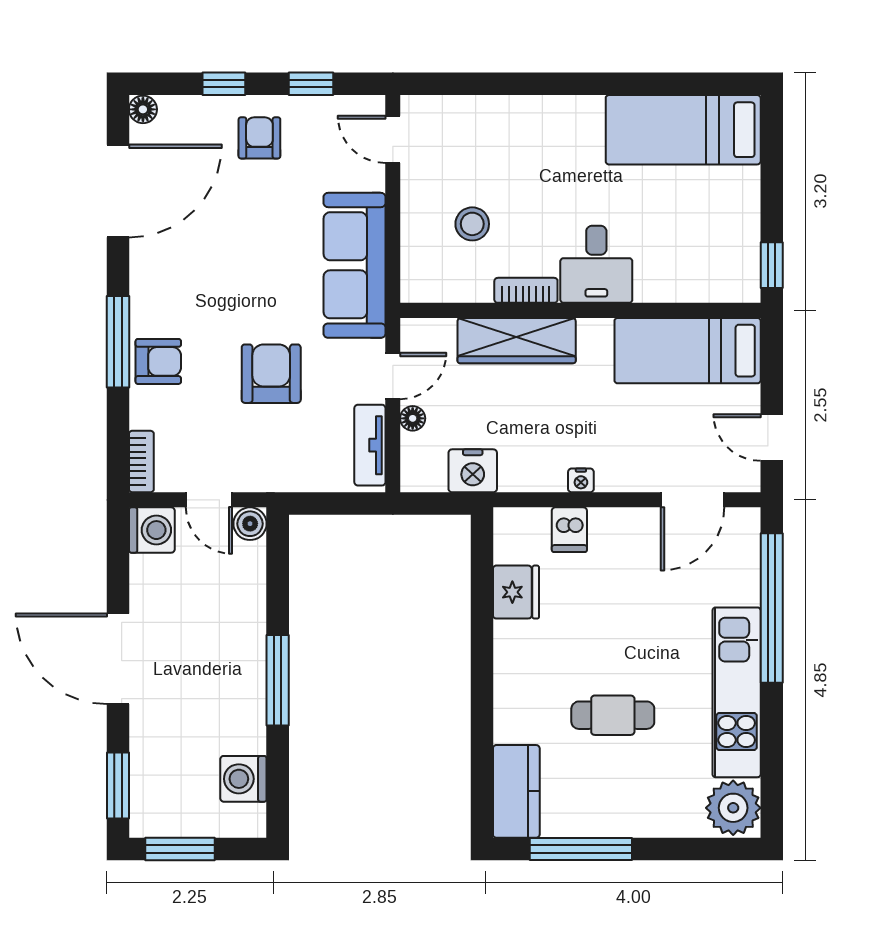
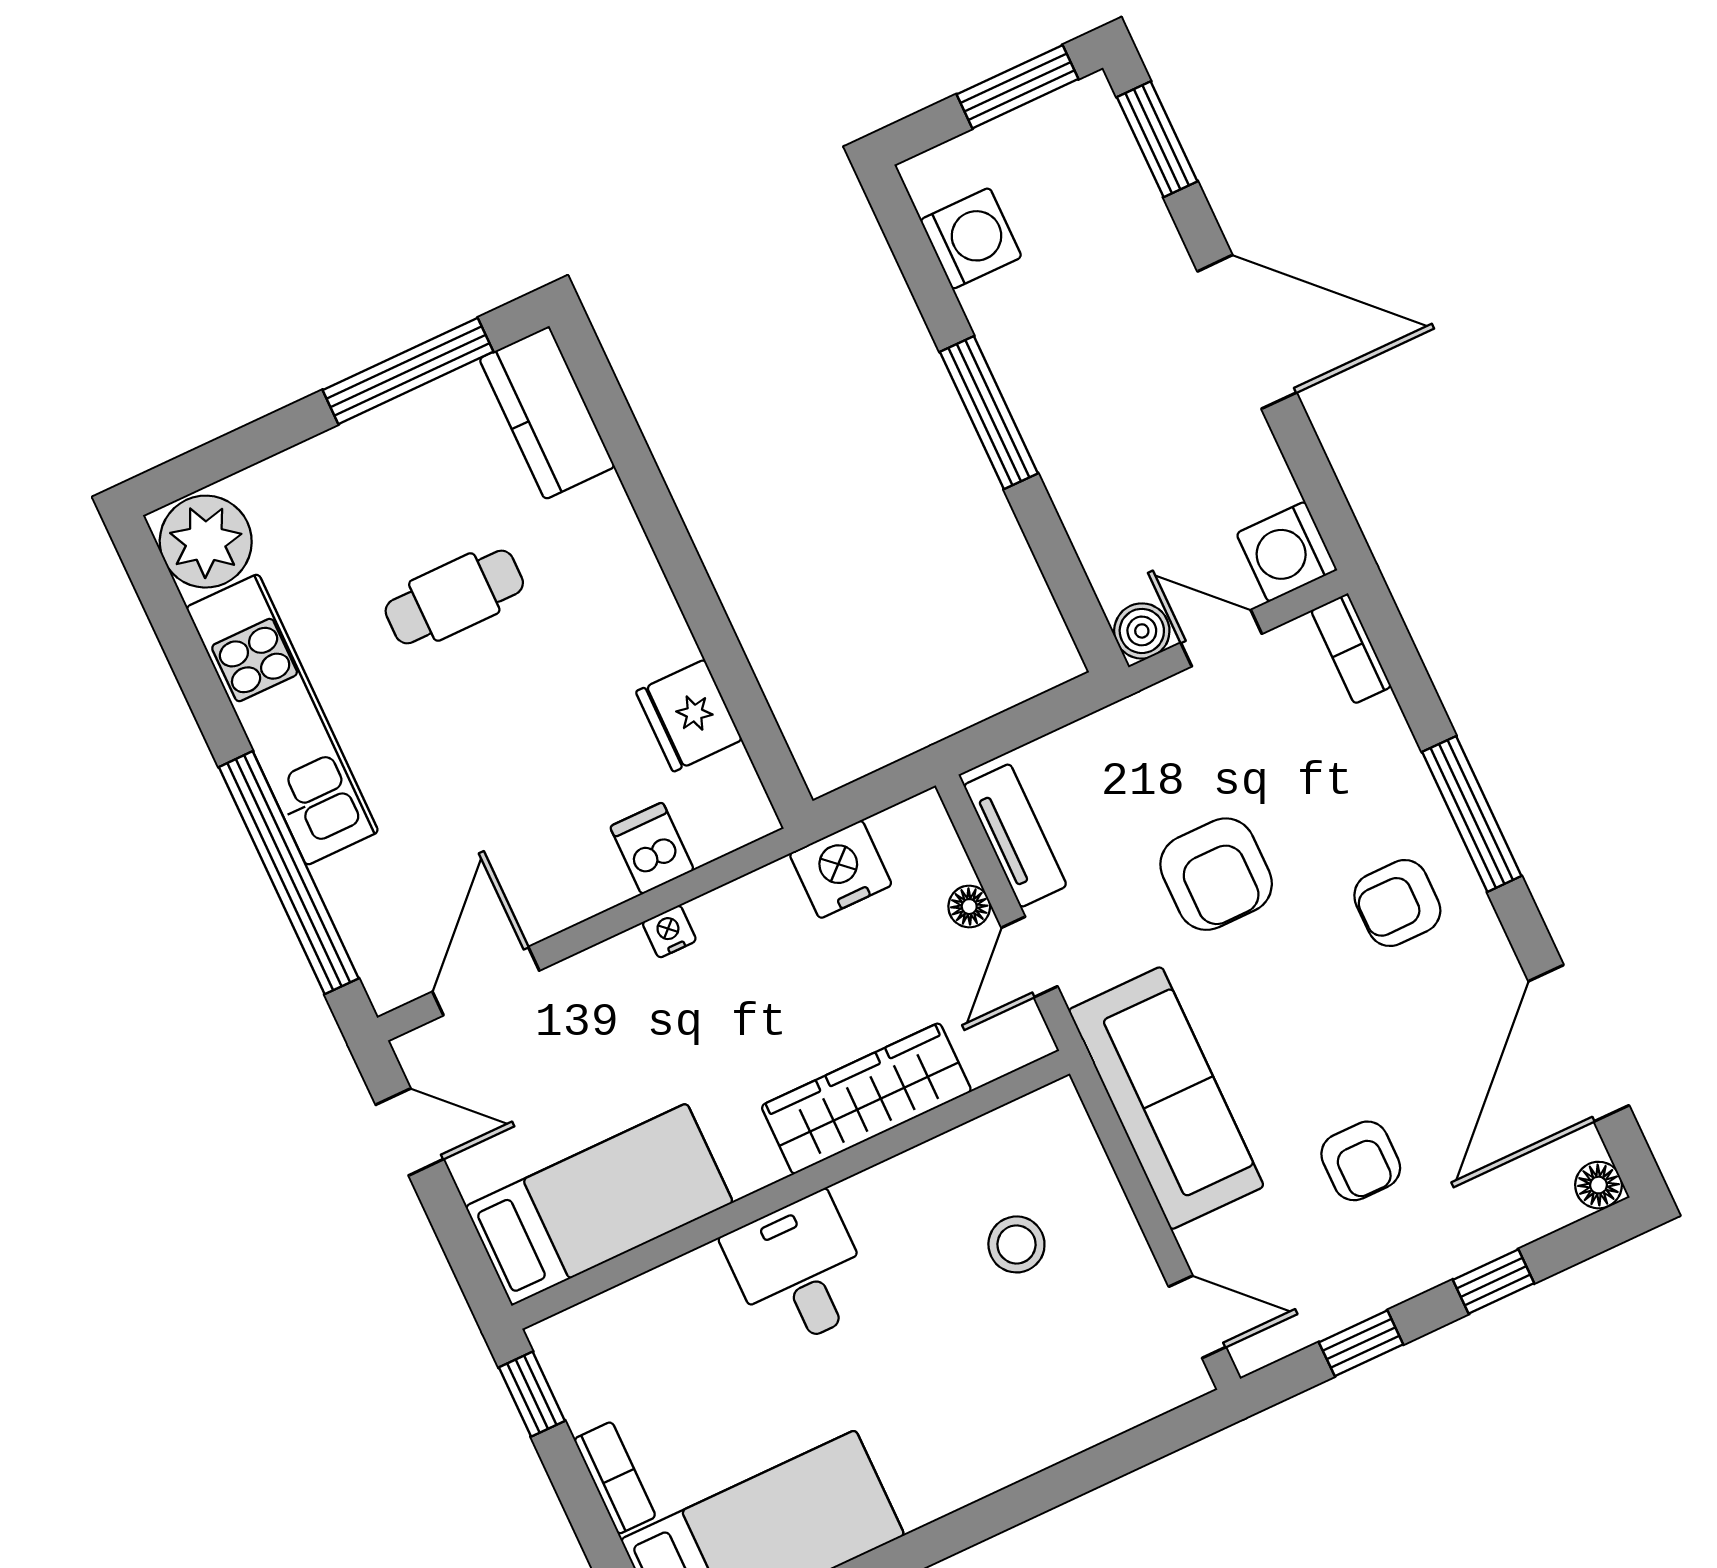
armchair: (259, 138) -> (1361, 1161), moved
bookcase: (526, 290) -> (615, 1478), moved, turned -90
armchair: (158, 361) -> (1397, 903), moved

